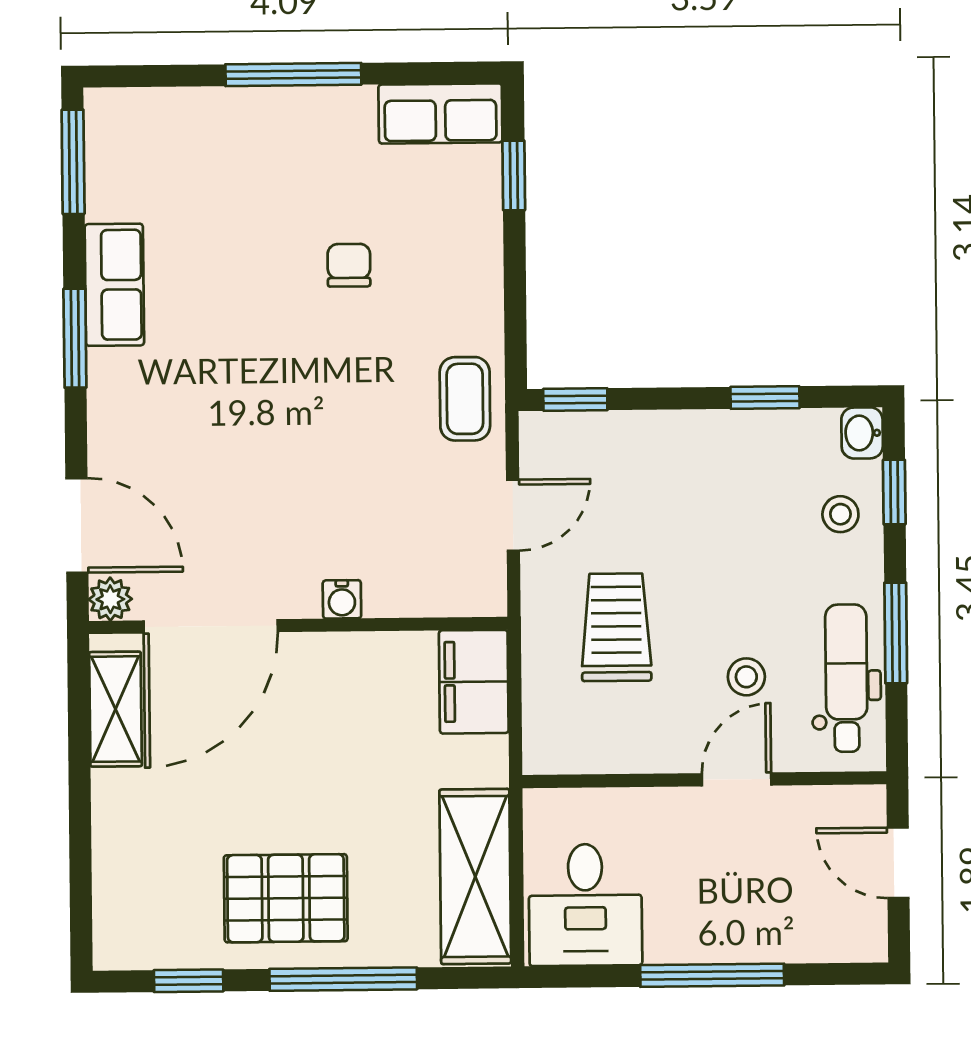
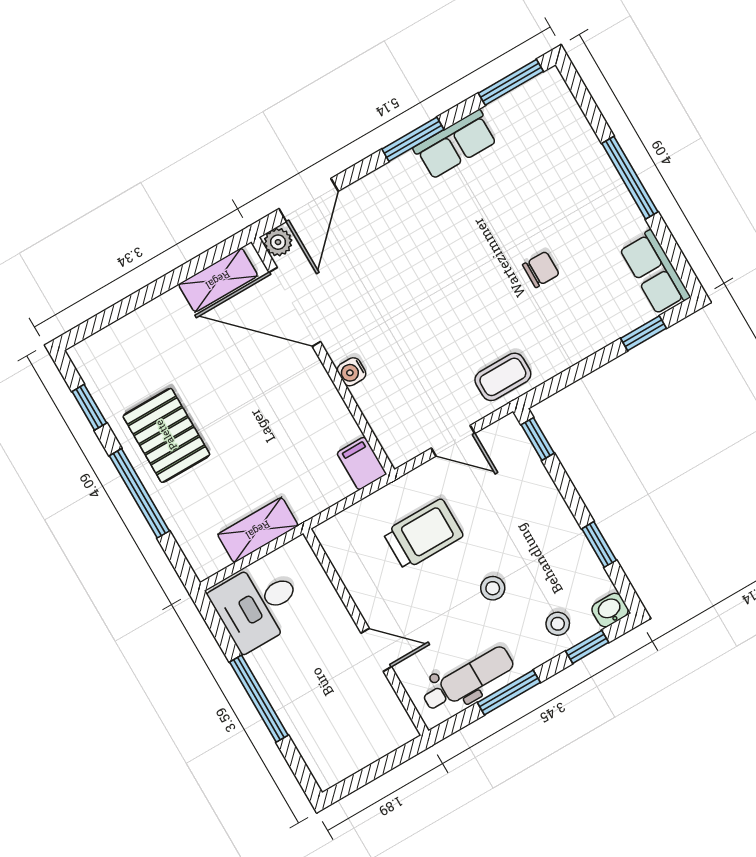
stool: (746, 677) -> (493, 588), moved
filing cabinet: (474, 682) -> (362, 463), width x0.50
door: (898, 863) -> (381, 767), removed
shelving: (475, 876) -> (258, 530), width x0.67, depth x0.75

